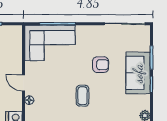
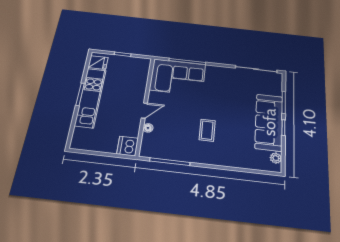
armchair: (101, 65) -> (229, 103), removed
sofa: (138, 73) -> (269, 122), width x1.36
door: (24, 83) -> (144, 111), swing flipped

